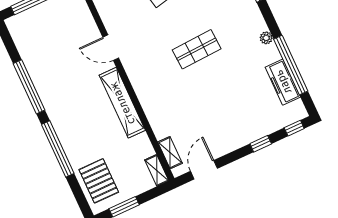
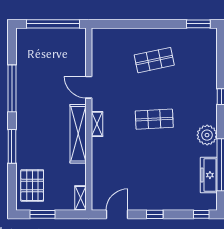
plant: (266, 38) -> (207, 135), width x1.88, depth x1.88
window: (261, 144) -> (155, 214), moved
window: (58, 149) -> (12, 146), width x0.68
shelving: (170, 153) -> (97, 124), moved

